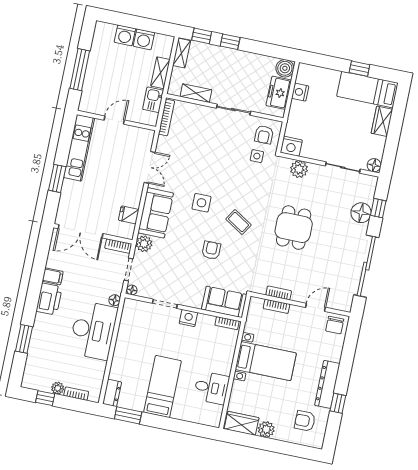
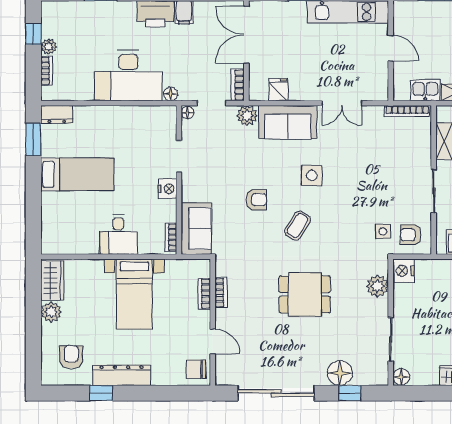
desk: (211, 388) -> (118, 235), moved

